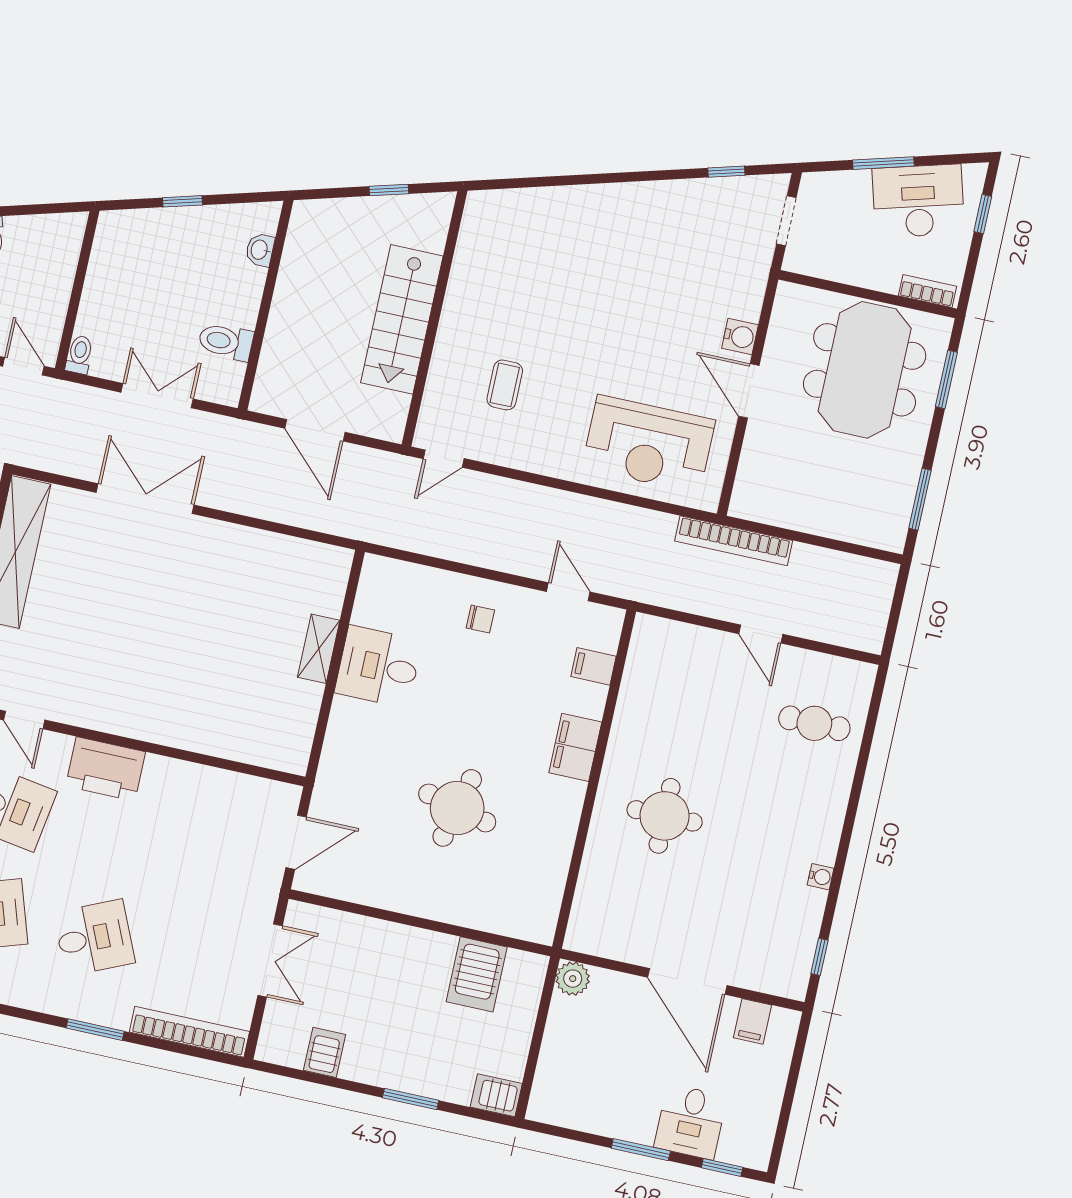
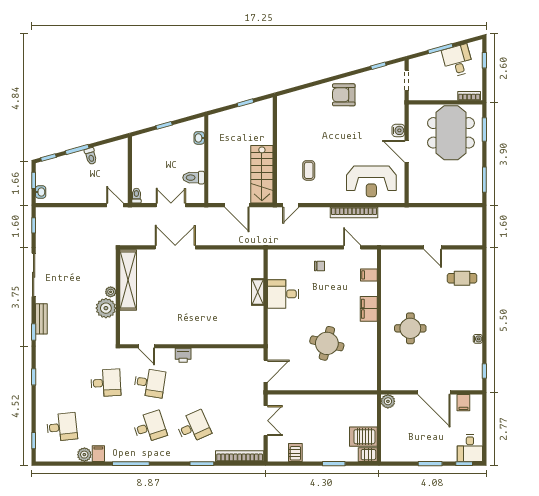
desk: (918, 201) -> (458, 61), width x0.73
armchair: (628, 223) -> (344, 95), added
stairs: (402, 319) -> (262, 174), moved
bookcase: (734, 541) -> (354, 212), moved
printer: (106, 769) -> (183, 355), width x0.53, depth x0.68
server rack: (477, 974) -> (363, 437), moved, turned 90
desk: (691, 1122) -> (470, 448), moved

